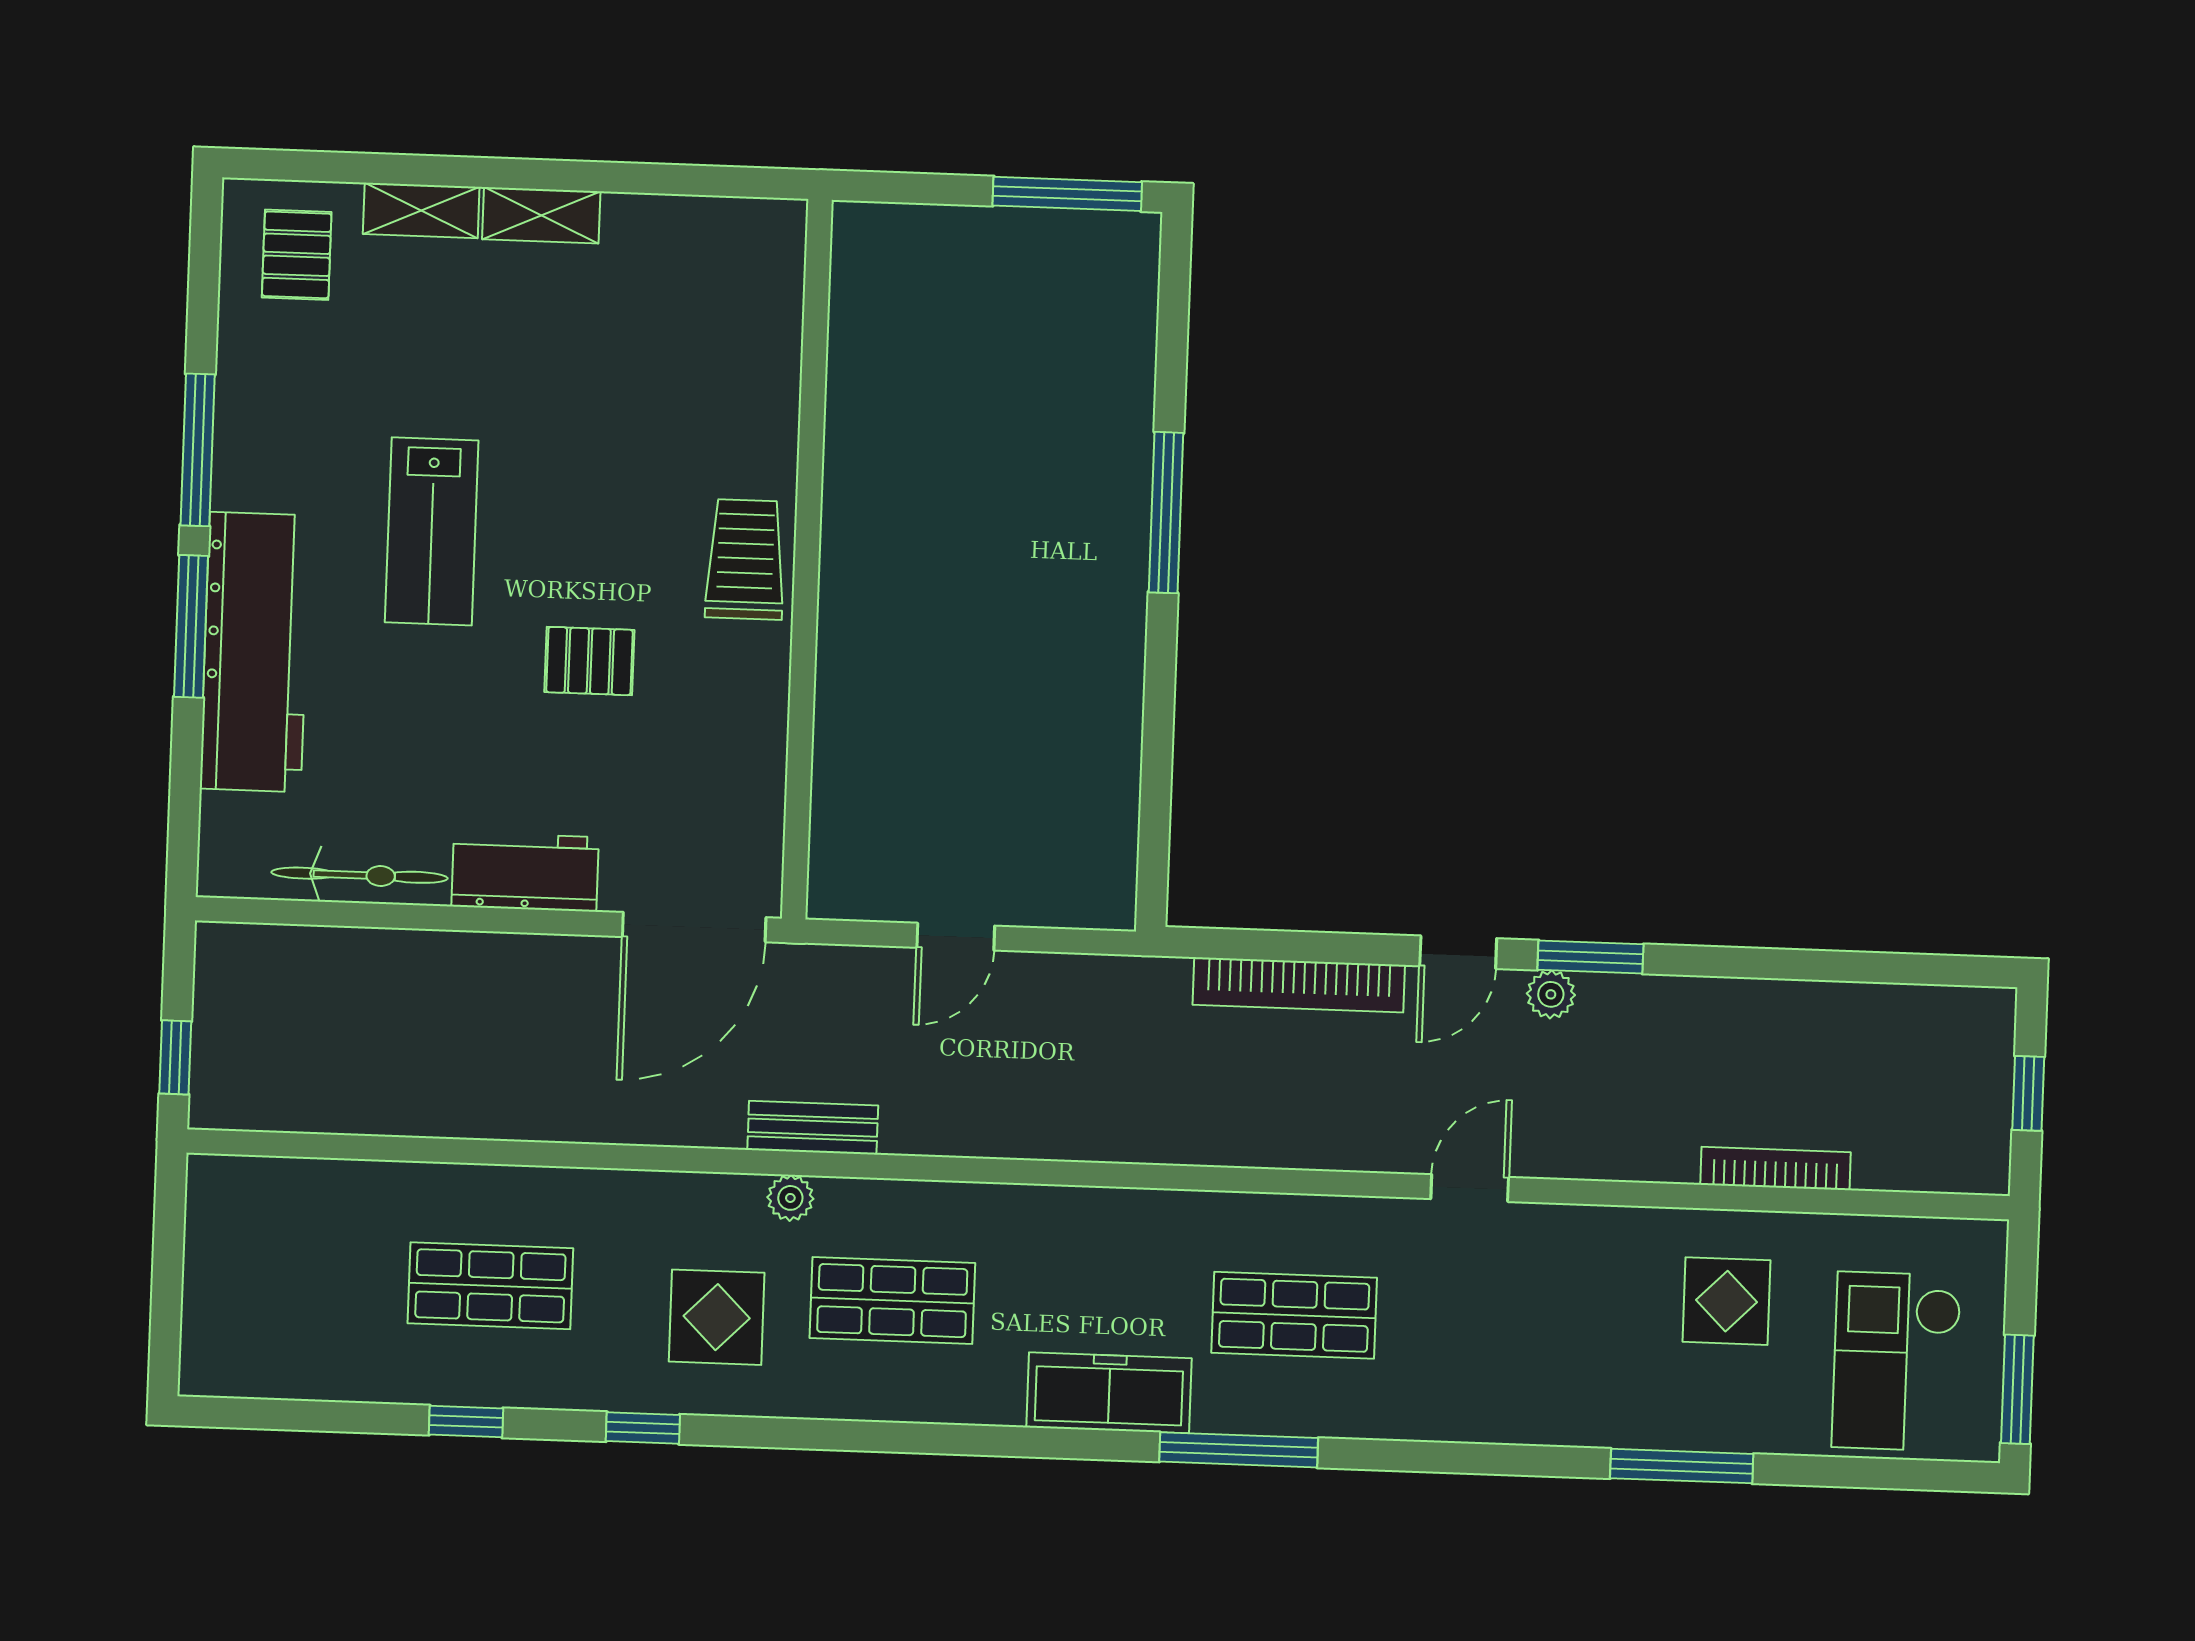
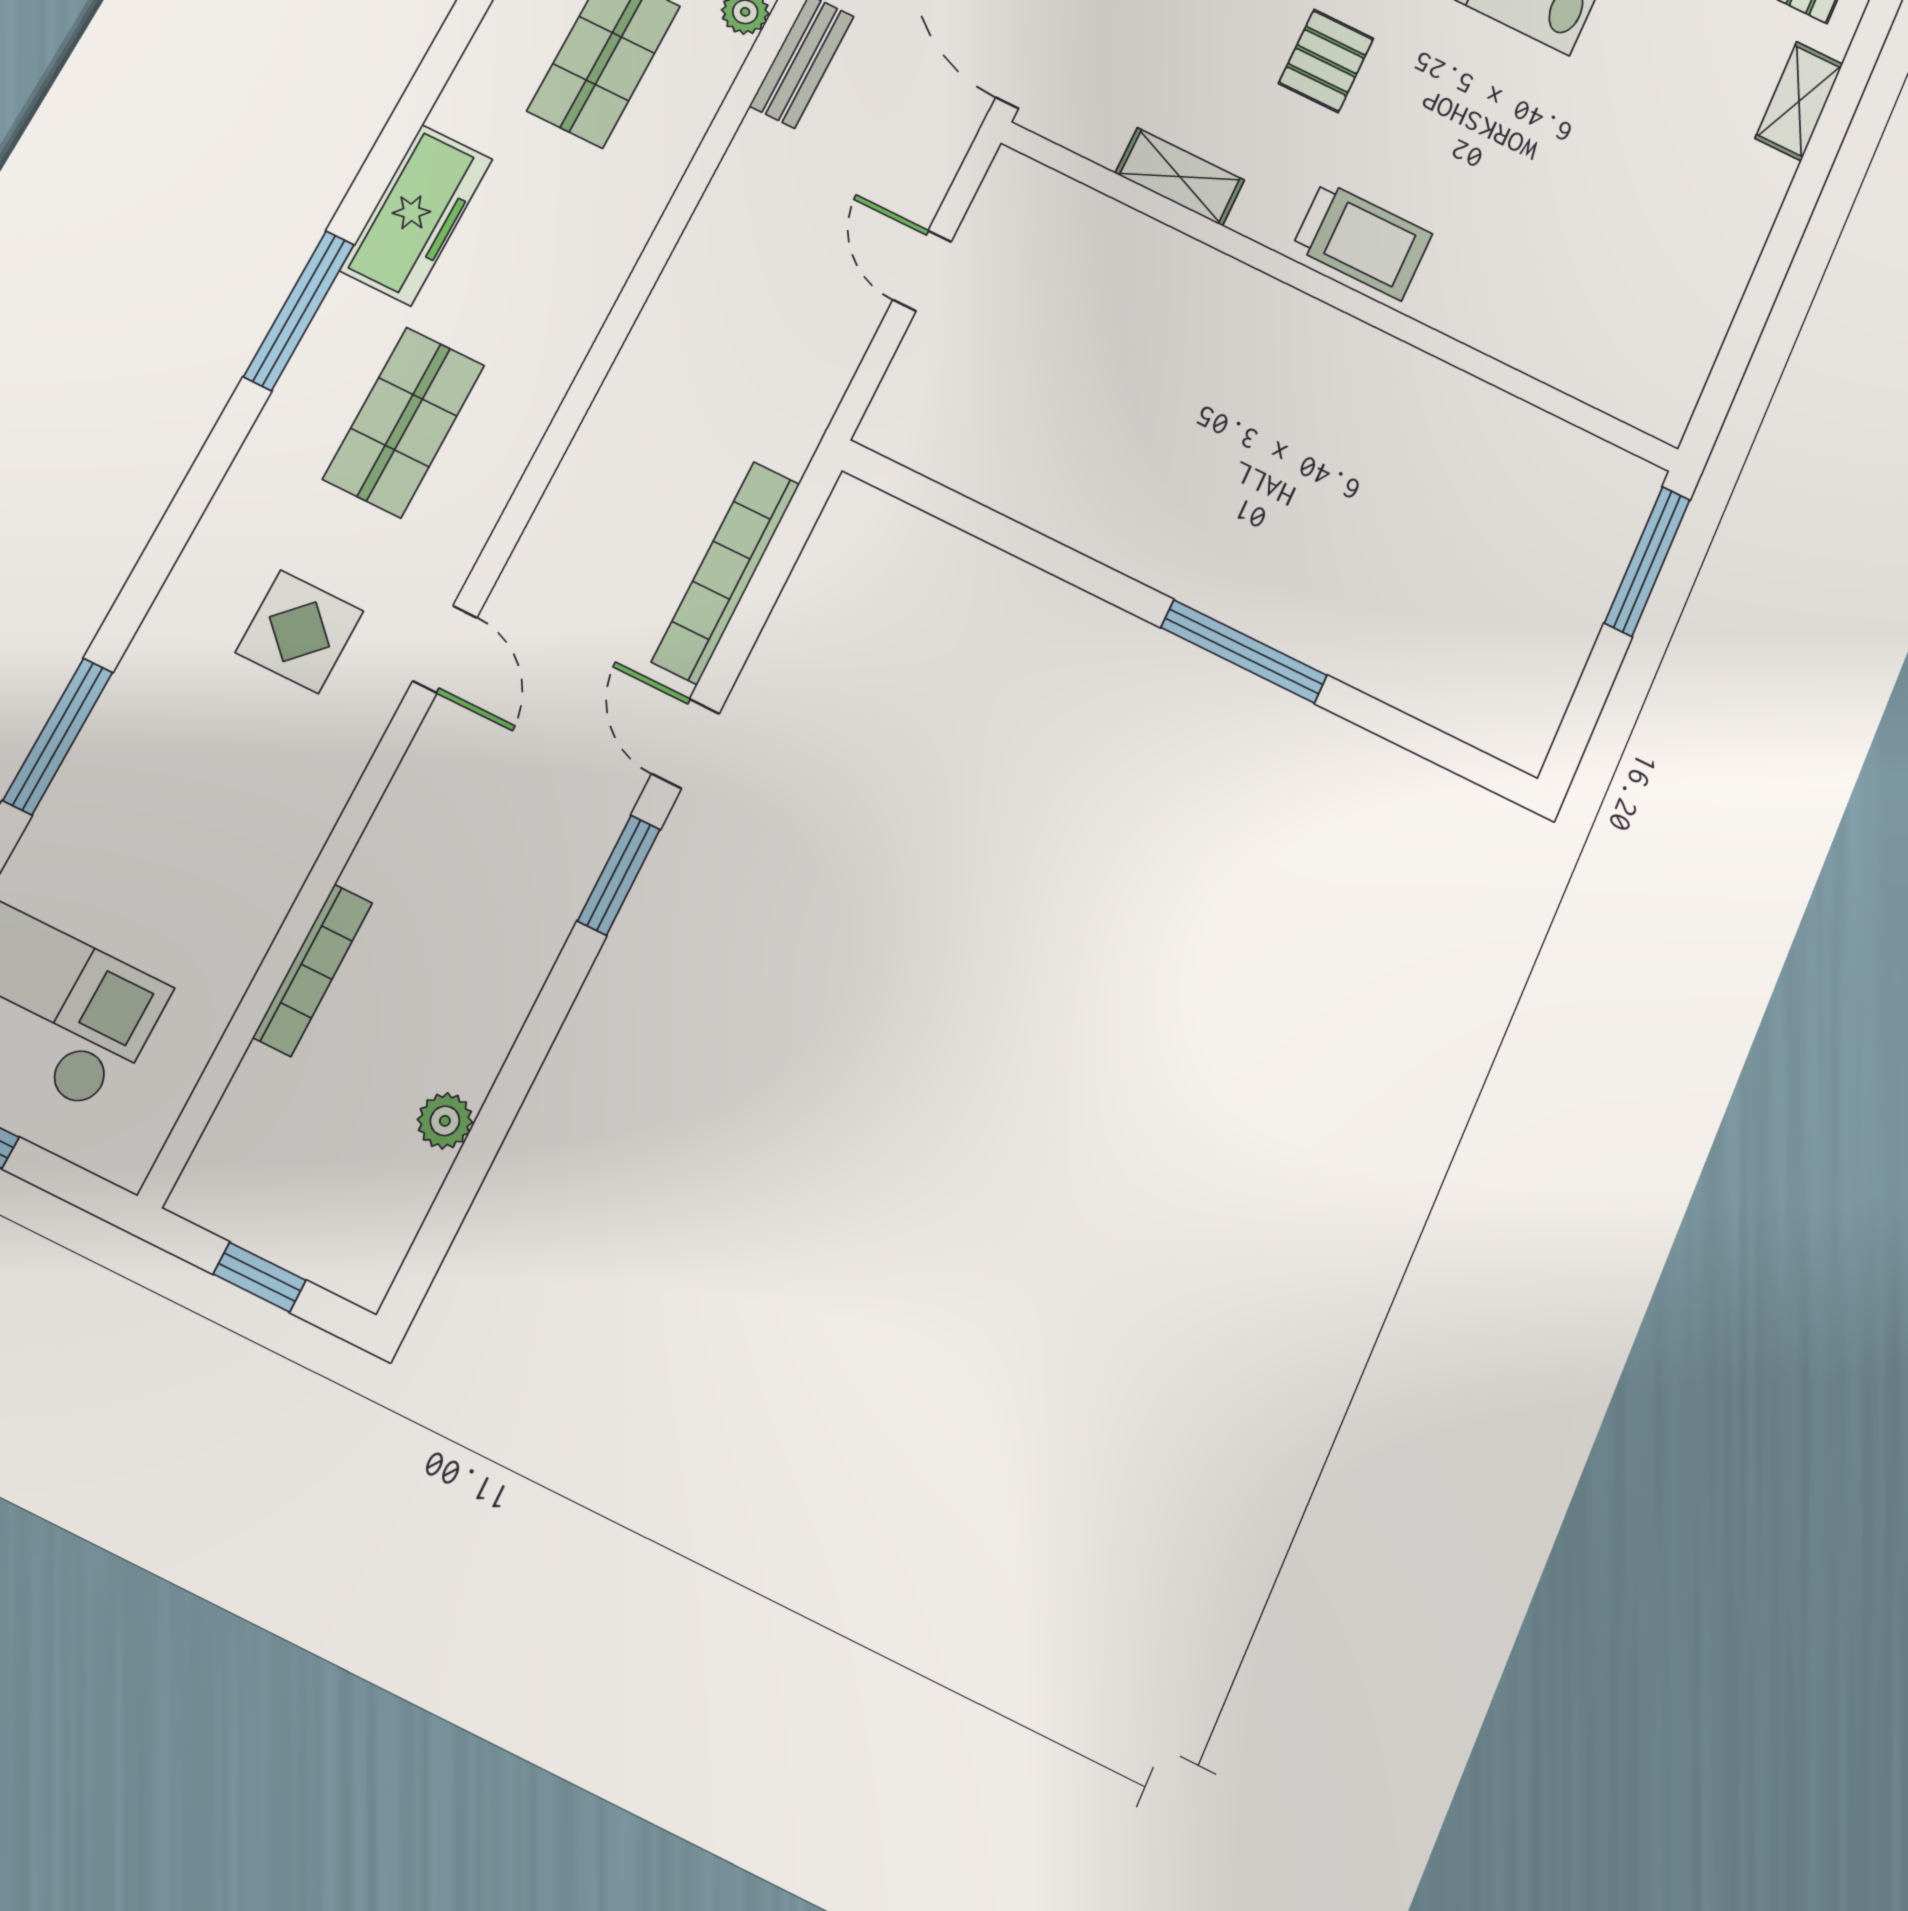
window: (1067, 194) -> (1647, 561), moved
shelving: (541, 215) -> (1180, 177), moved, turned 90
plant: (1551, 994) -> (445, 1121), moved
display table: (1727, 1301) -> (299, 632), moved

